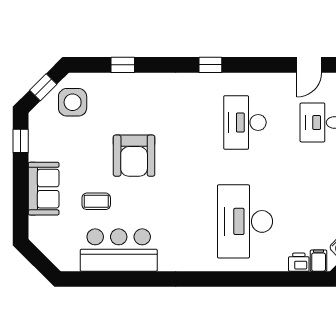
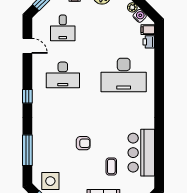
window: (123, 65) -> (27, 150), width x2.17
door: (309, 65) -> (27, 46), moved
armchair: (134, 156) -> (83, 143), width x0.53, depth x0.53

